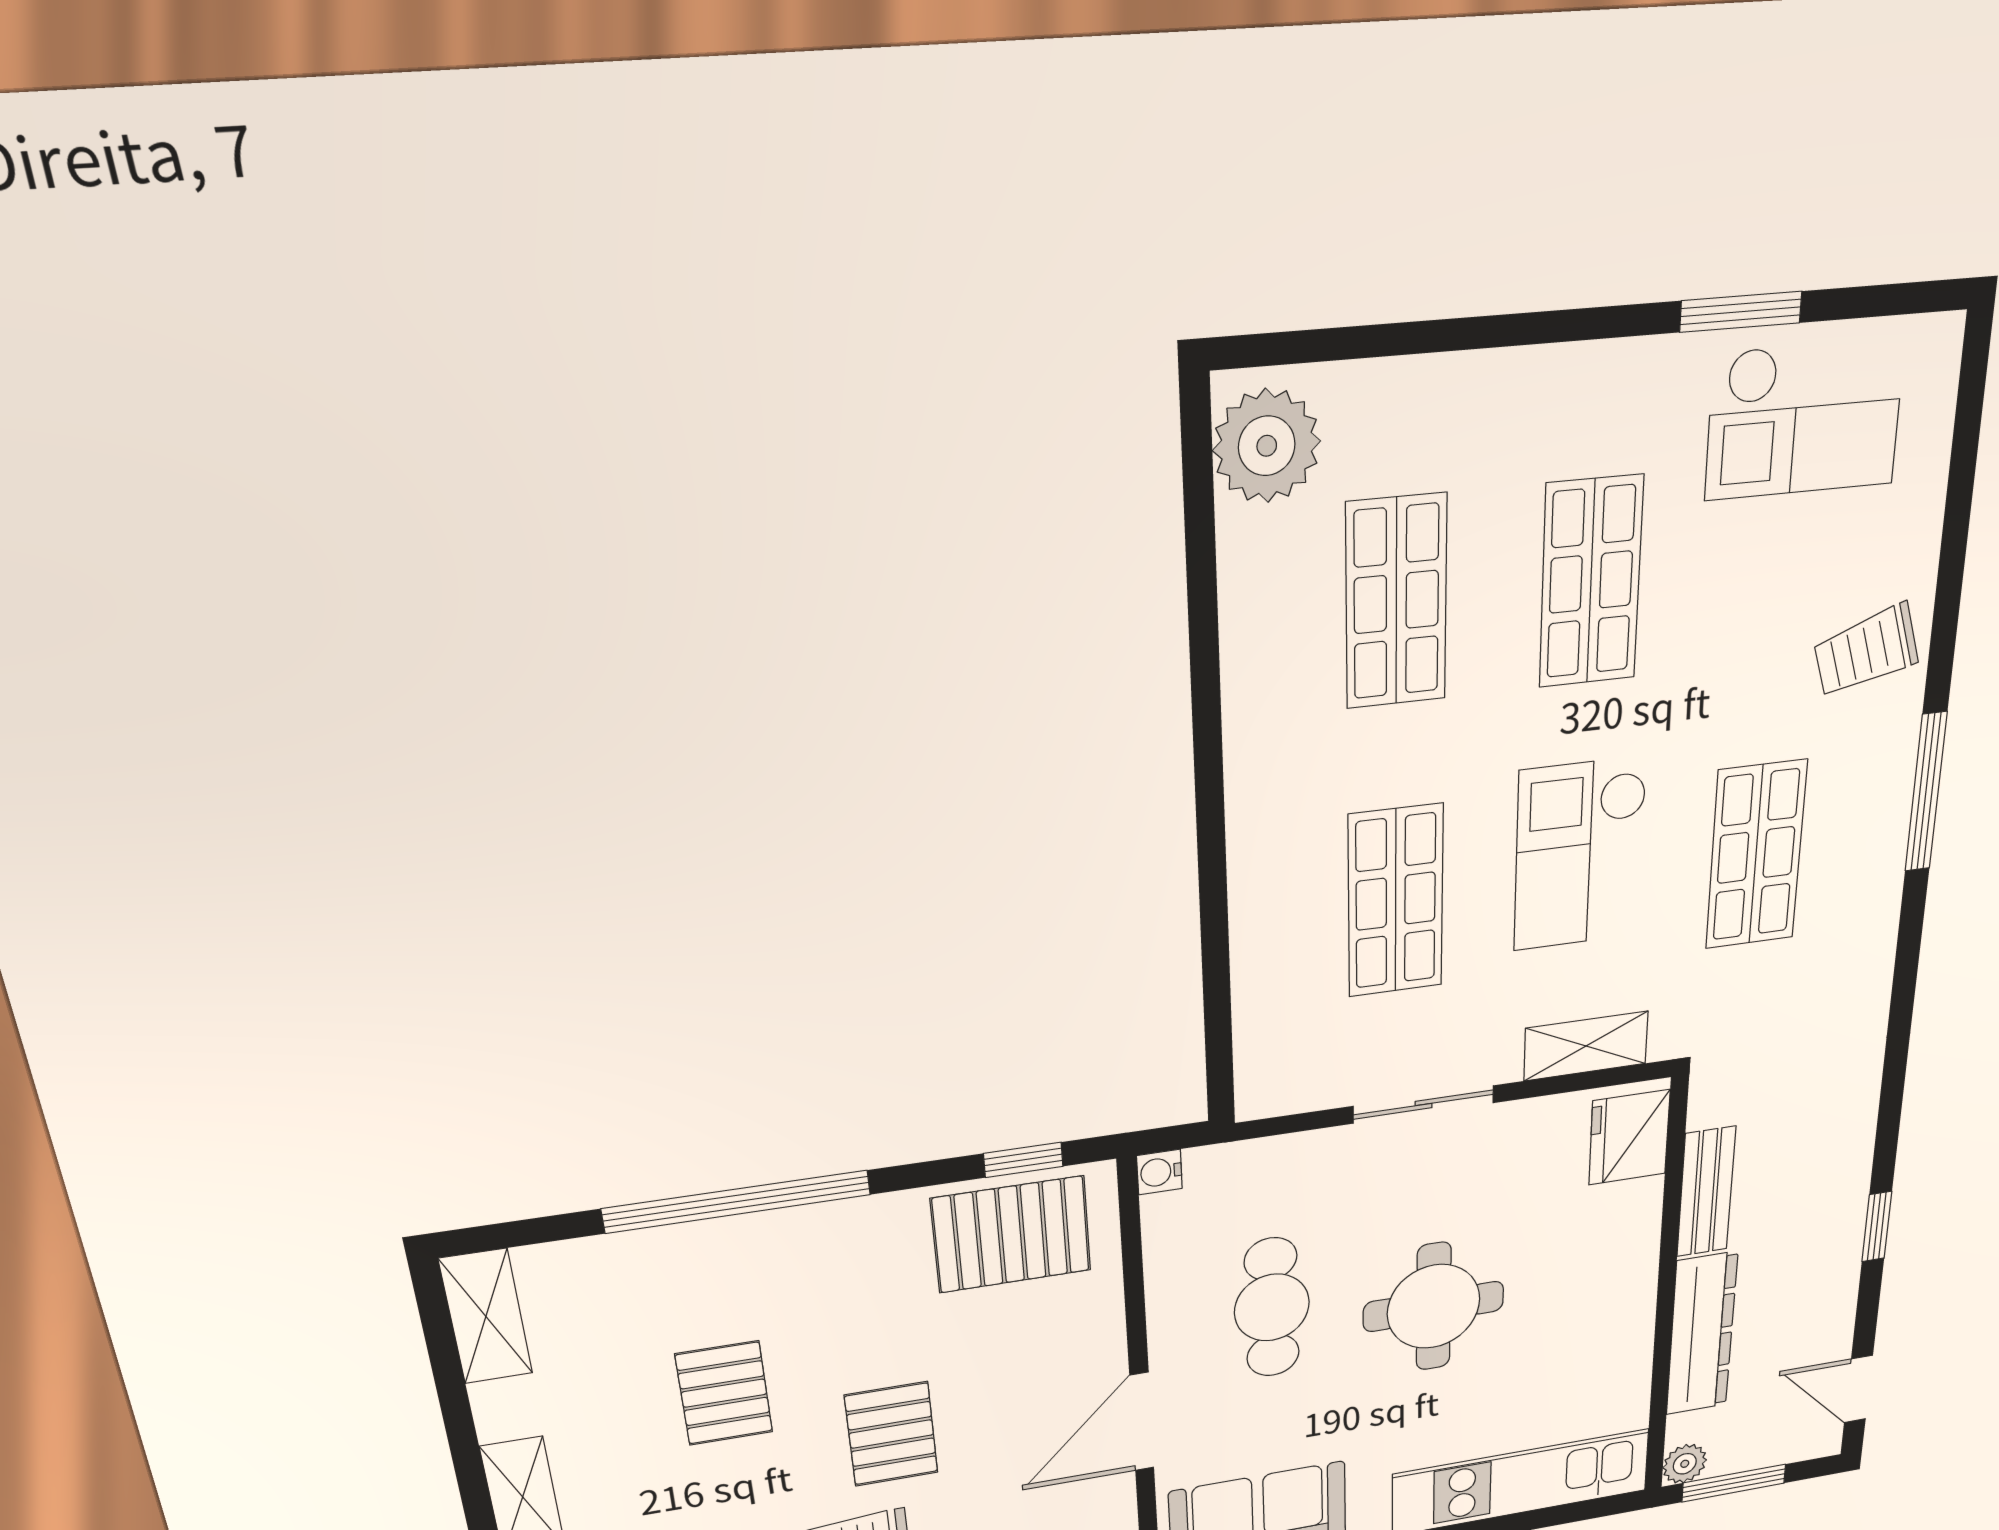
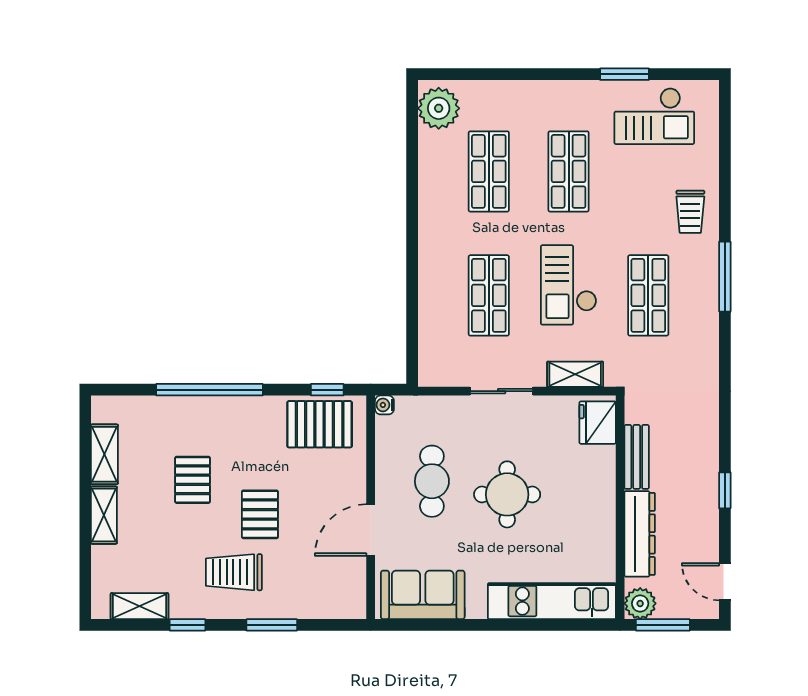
trolley: (1866, 651) -> (690, 212), turned -73
shelving: (486, 1316) -> (104, 454), moved
plant: (1685, 1464) -> (640, 603), width x1.38, depth x1.38

